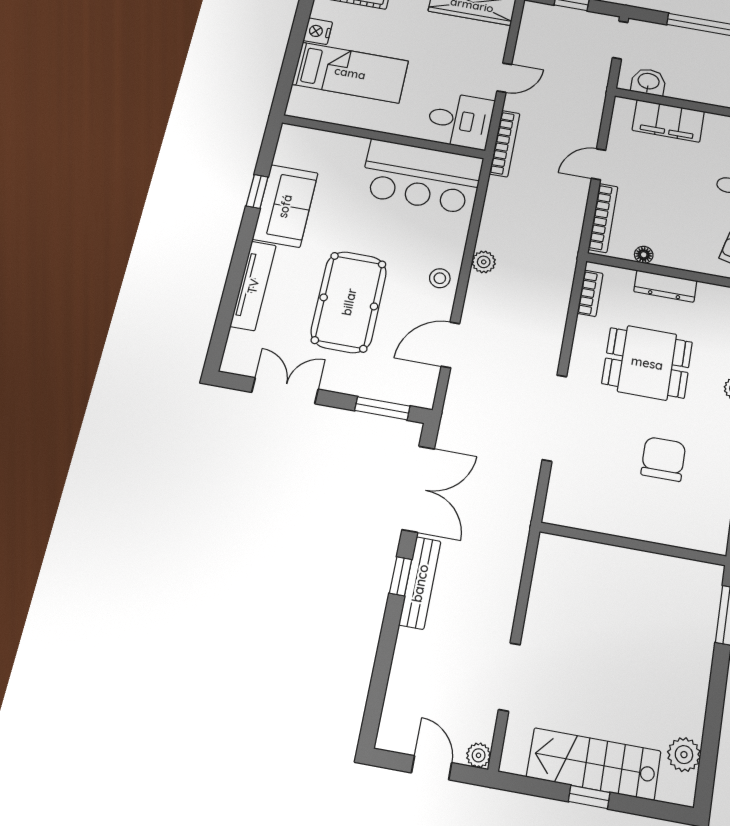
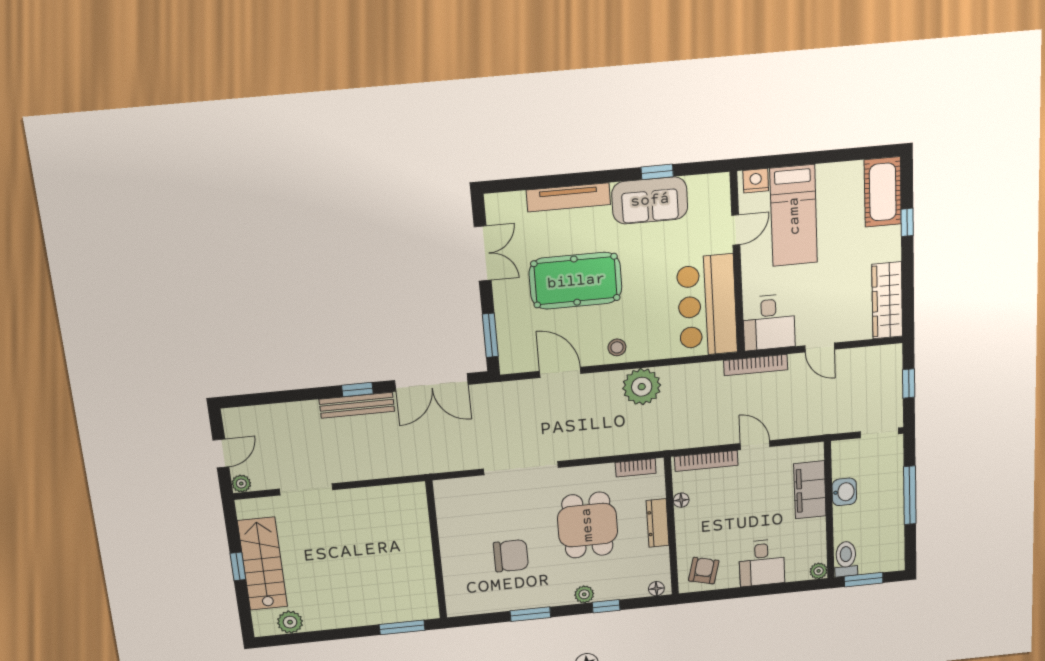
nightstand: (318, 31) -> (756, 181), moved
washbasin: (648, 82) -> (844, 492), moved
door: (347, 130) -> (736, 230), added
plant: (484, 262) -> (642, 387), width x1.87, depth x1.87

